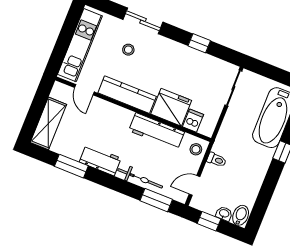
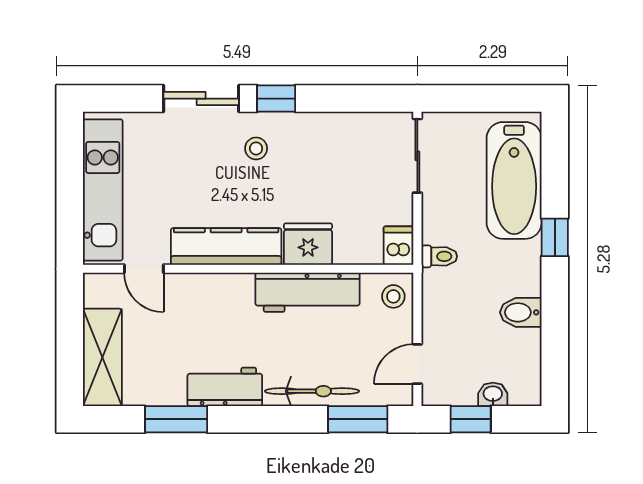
window: (199, 43) -> (276, 99), moved
stool: (128, 50) -> (256, 148), moved
fridge: (171, 107) -> (308, 244), width x0.73, depth x0.75
dishwasher: (193, 121) -> (399, 246), moved
toilet: (217, 160) -> (439, 256), moved
bidet: (241, 215) -> (521, 312), moved, turned -90

